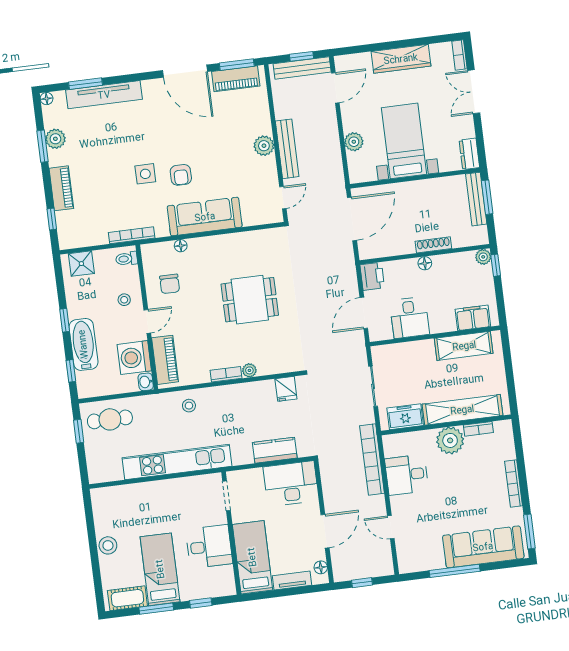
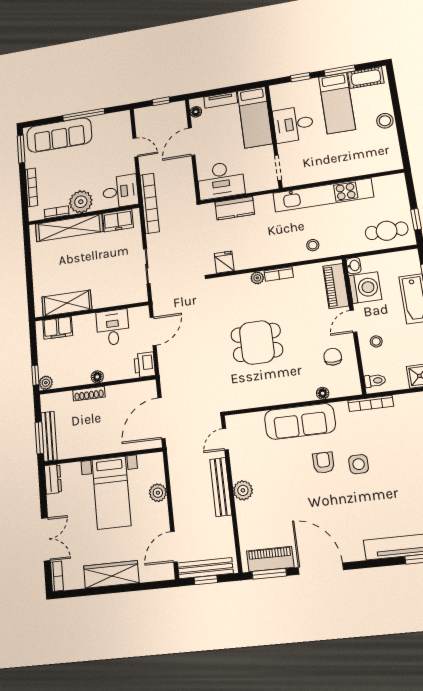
shelving: (462, 410) -> (69, 228), moved
freezer: (405, 417) -> (118, 220), moved
wall: (446, 425) -> (83, 215), moved
bookcase: (478, 429) -> (57, 212), moved
plant: (450, 440) -> (81, 202), moved

